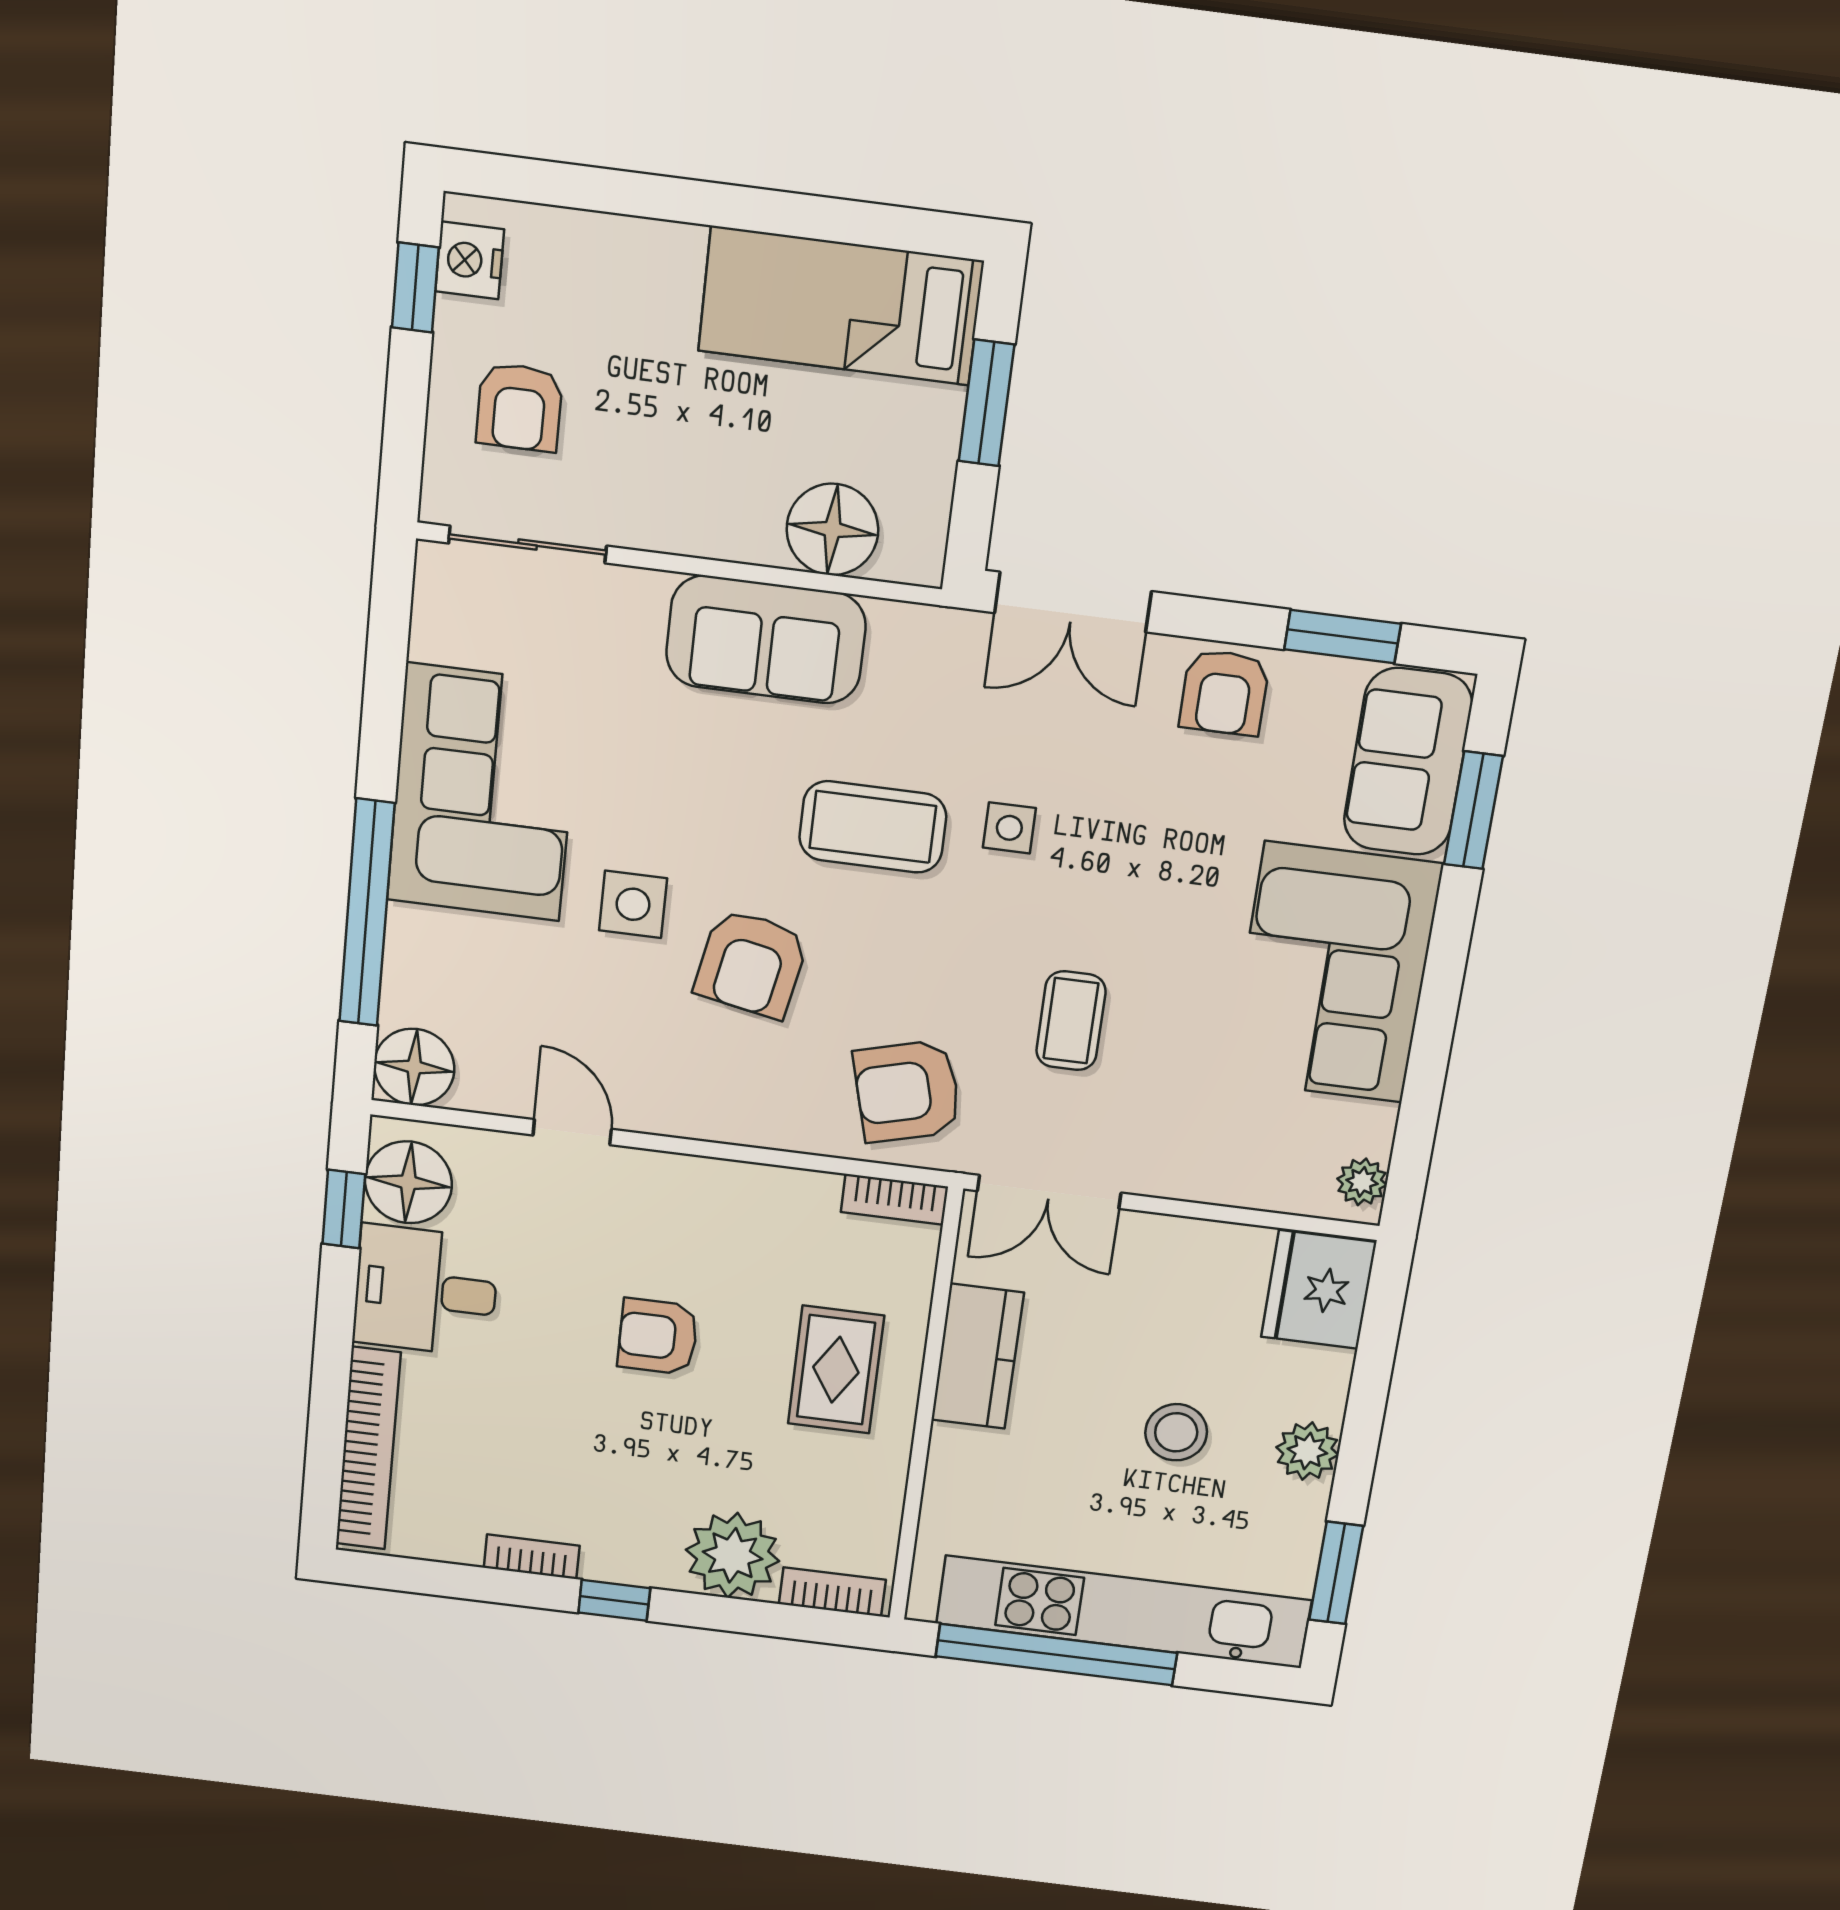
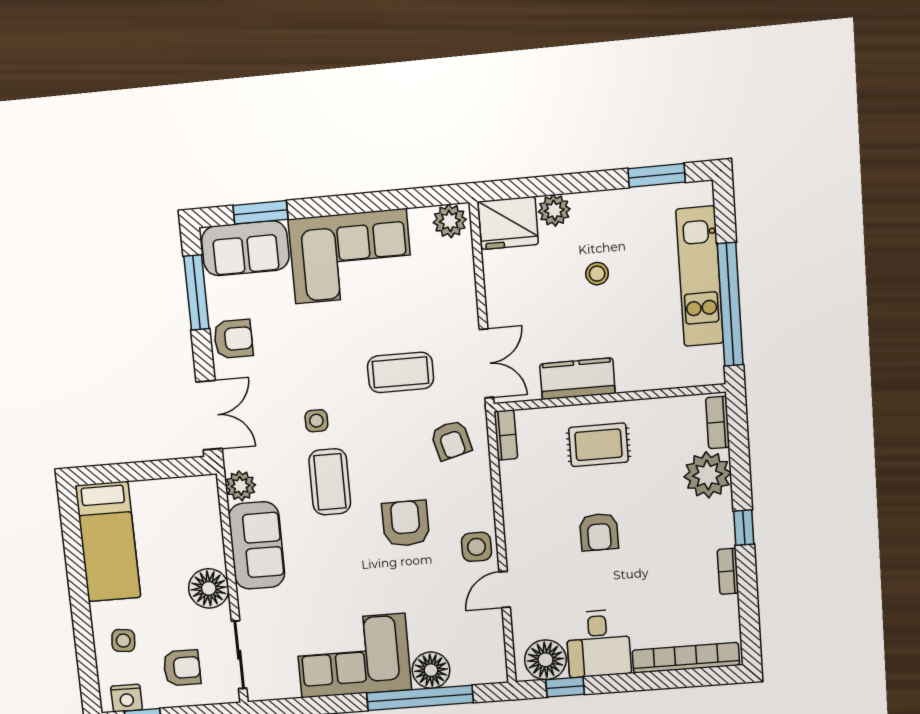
side table: (606, 286) -> (123, 641), added
window: (987, 403) -> (133, 472), removed
floor lamp: (832, 529) -> (209, 588), moved
plant: (904, 635) -> (240, 486), added
window: (1342, 637) -> (196, 292), width x1.44
side table: (633, 904) -> (476, 547), moved
armchair: (751, 964) -> (406, 523), turned -101
coffee table: (1071, 1021) -> (401, 372), width x1.36, depth x1.30
floor lamp: (414, 1067) -> (431, 670), moved
armchair: (907, 1091) -> (451, 440), width x0.72, depth x0.72
plant: (1362, 1182) -> (450, 221), width x1.38, depth x1.38
stool: (1176, 1432) -> (597, 274), width x0.73, depth x0.73
plant: (1307, 1451) -> (554, 210), moved
kitchen unit: (1124, 1612) -> (700, 276), width x0.73

